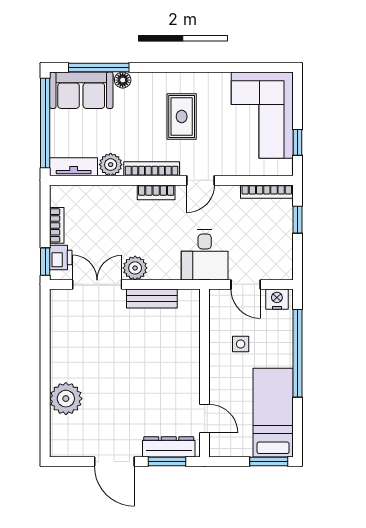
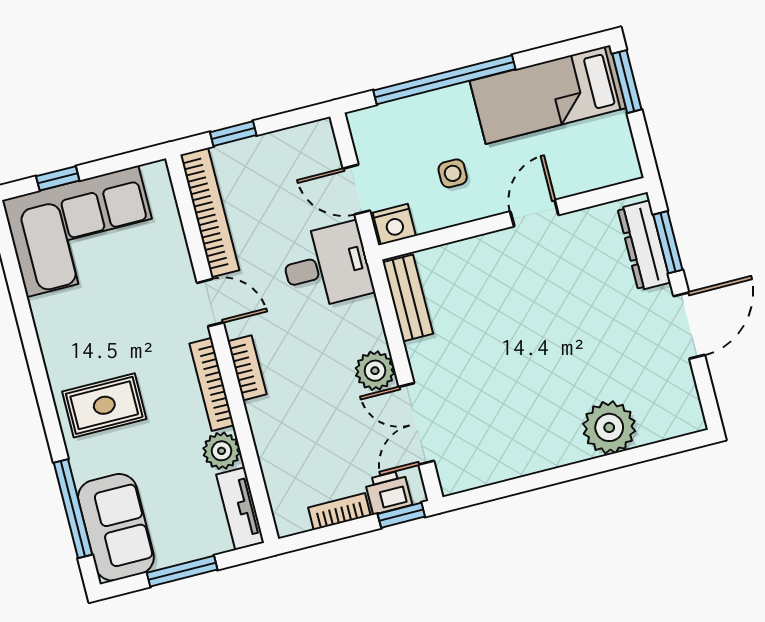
floor lamp: (123, 80) -> (83, 466), removed
rug: (182, 117) -> (104, 405), moved
window: (45, 123) -> (182, 571), width x0.47
window: (297, 142) -> (58, 178), moved
bookcase: (267, 192) -> (210, 212), width x1.48, depth x1.31
door: (246, 284) -> (357, 190), swing flipped
bench: (152, 298) -> (408, 298), moved
nightstand: (277, 299) -> (394, 224), moved, turned -90
door: (205, 418) -> (534, 213), moved

